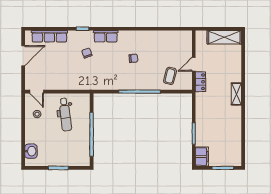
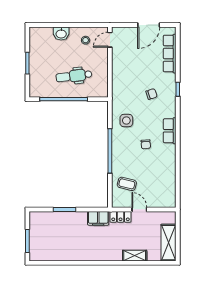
row of seats: (106, 36) -> (170, 131), moved
door: (23, 56) -> (149, 25), hinge flipped
side table: (111, 76) -> (126, 120), added
shelving: (236, 94) -> (135, 256), moved
dental chair: (65, 114) -> (74, 76), moved
washbasin: (31, 151) -> (61, 34), moved
filing cabinet: (202, 157) -> (98, 218), moved

